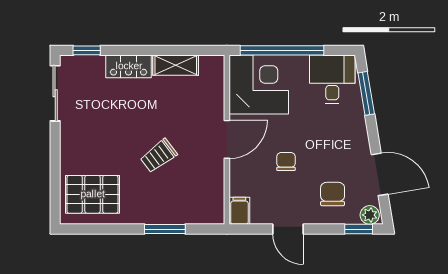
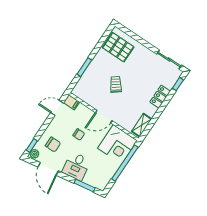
shelving: (176, 65) -> (142, 125), moved
desk: (332, 79) -> (76, 166), moved, turned 81
door: (227, 139) -> (104, 117), hinge flipped
door: (380, 174) -> (48, 169), hinge flipped
pallet: (93, 194) -> (118, 47), turned 90
door: (288, 229) -> (57, 108), moved

